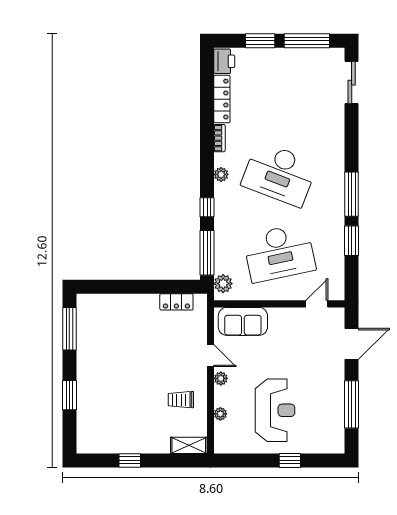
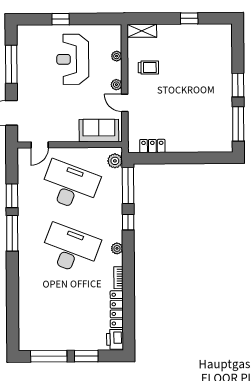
sliding door: (352, 83) -> (13, 323), removed
desk: (279, 253) -> (70, 186), turned 33
window: (69, 395) -> (238, 85), moved

